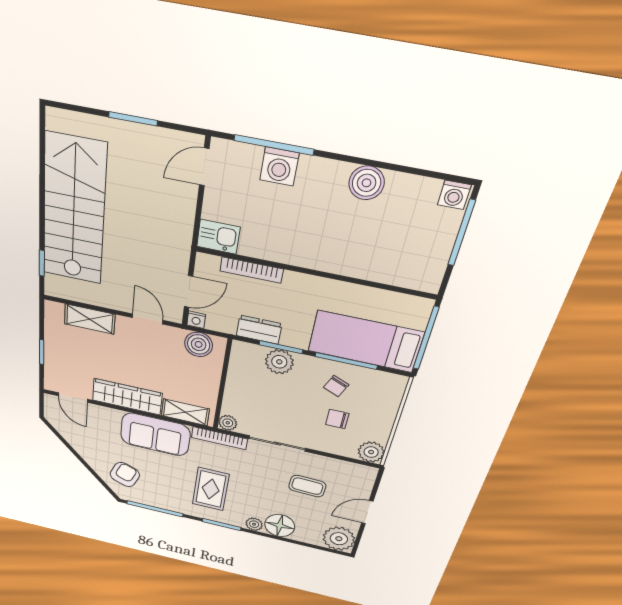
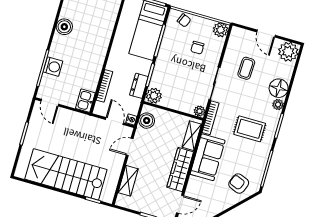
plant: (279, 362) -> (154, 96), moved
chair: (336, 386) -> (184, 20), moved

